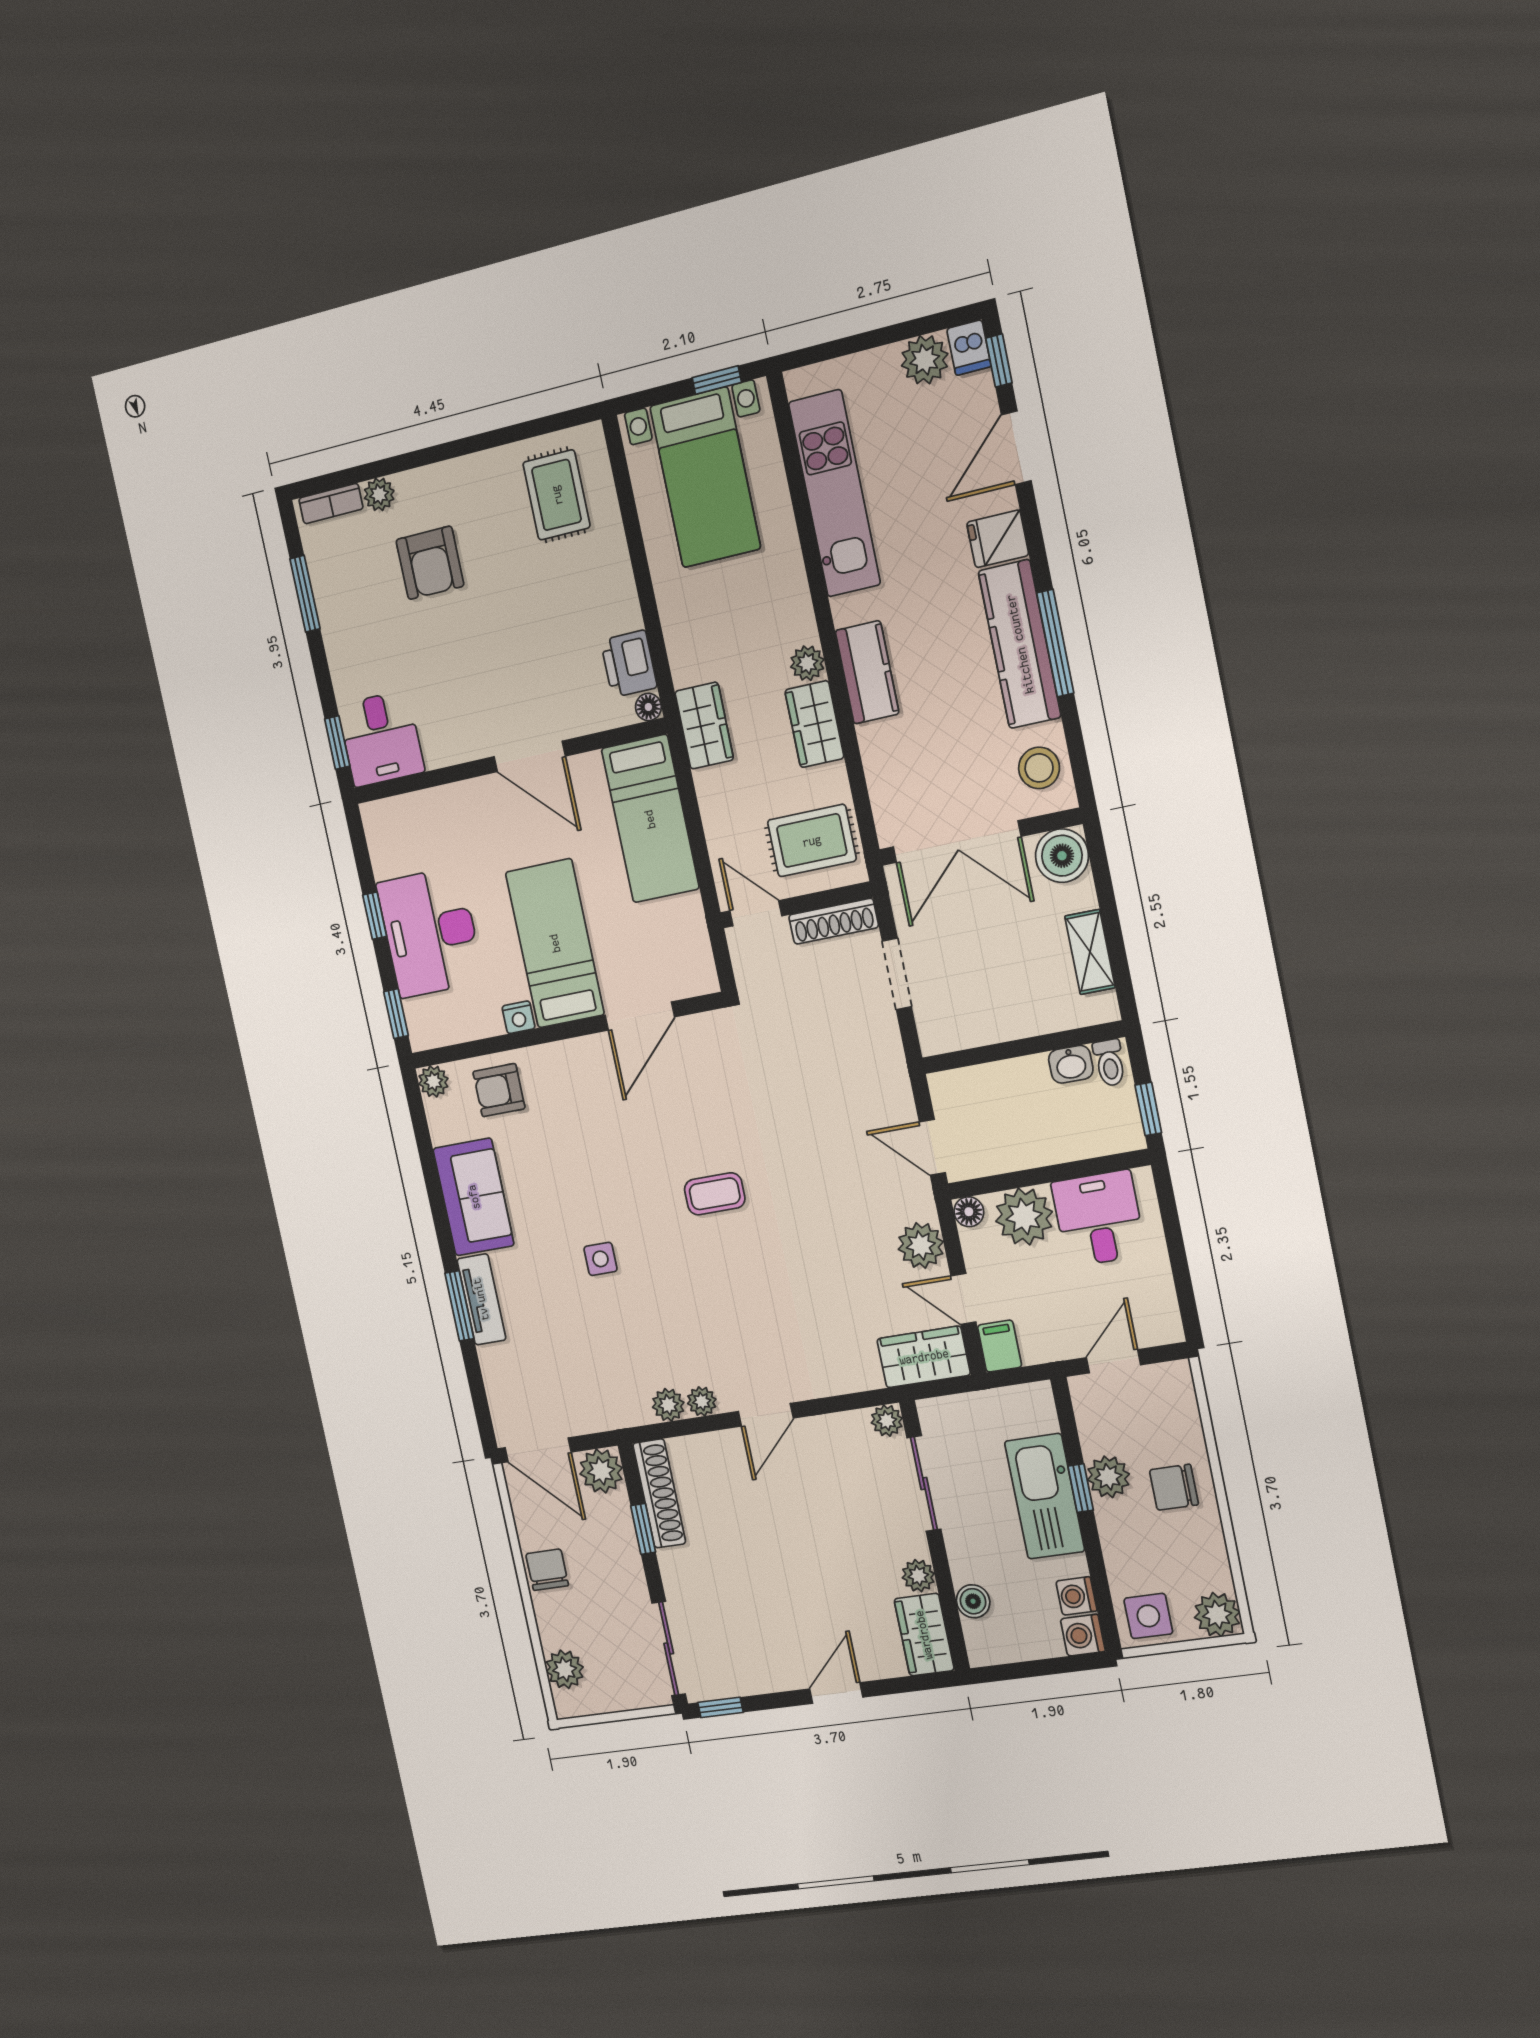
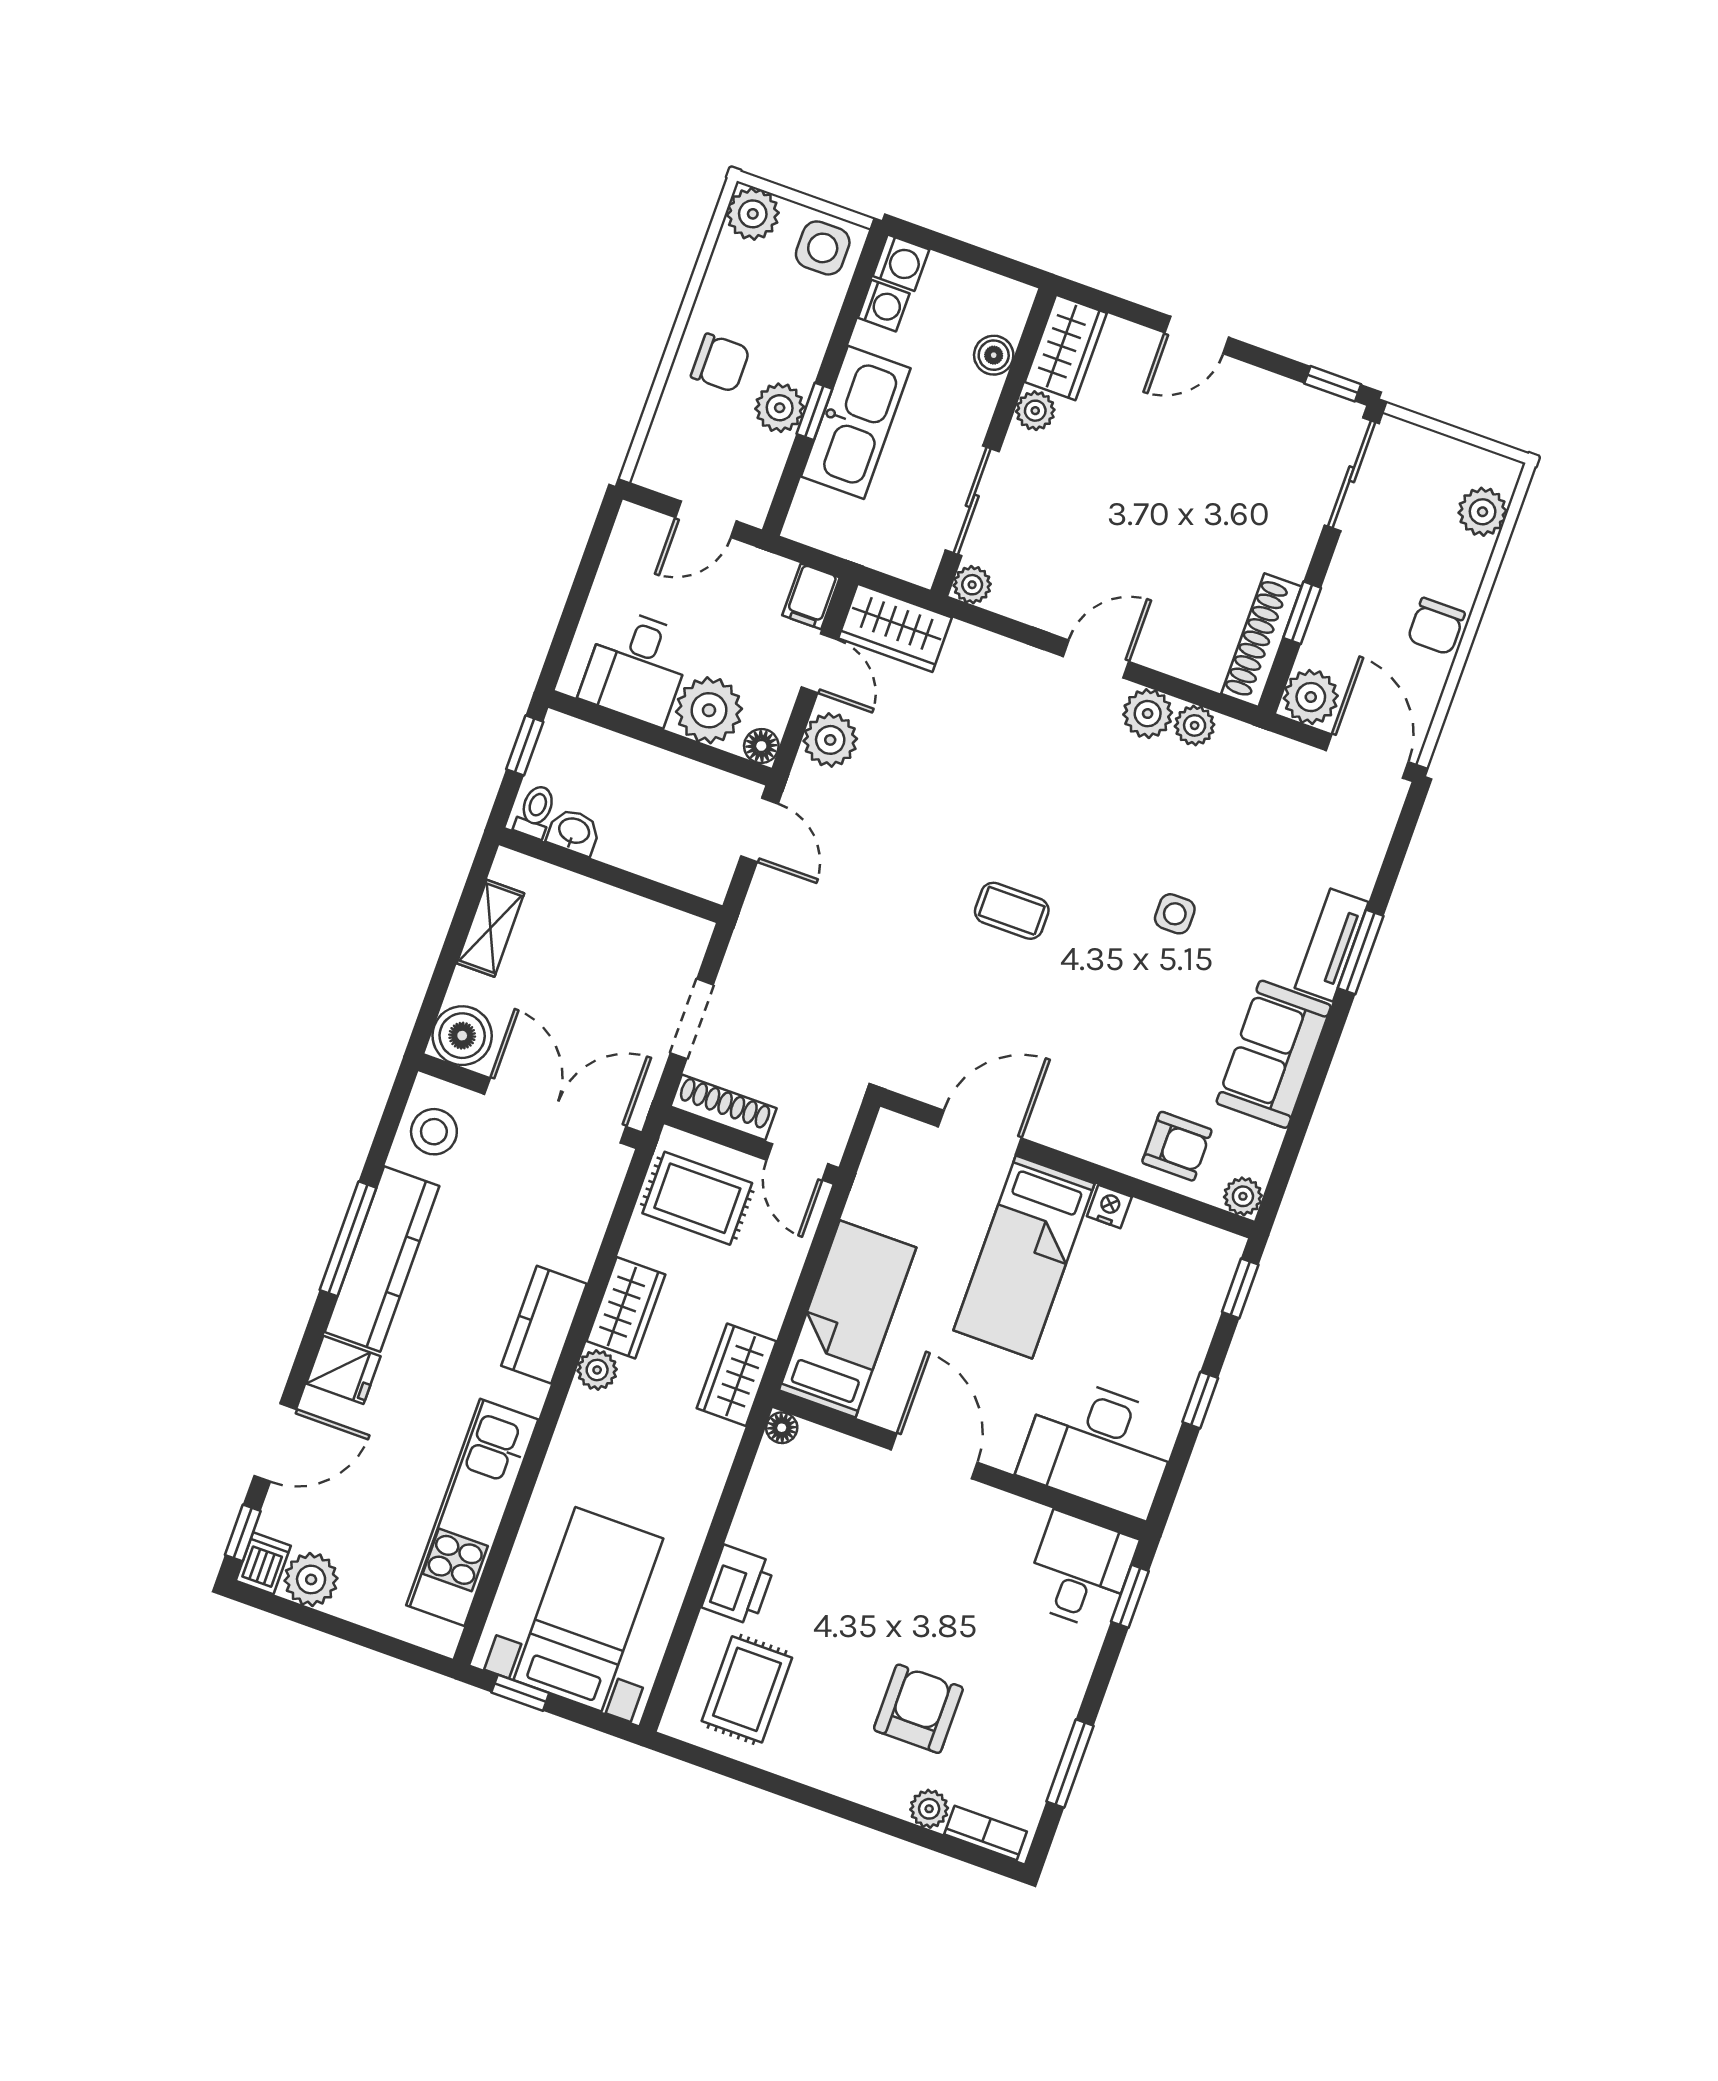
printer: (629, 664) -> (739, 1585), moved
desk: (430, 932) -> (1099, 1447), moved, turned 90
plant: (702, 1401) -> (1148, 714), width x1.38, depth x1.38

